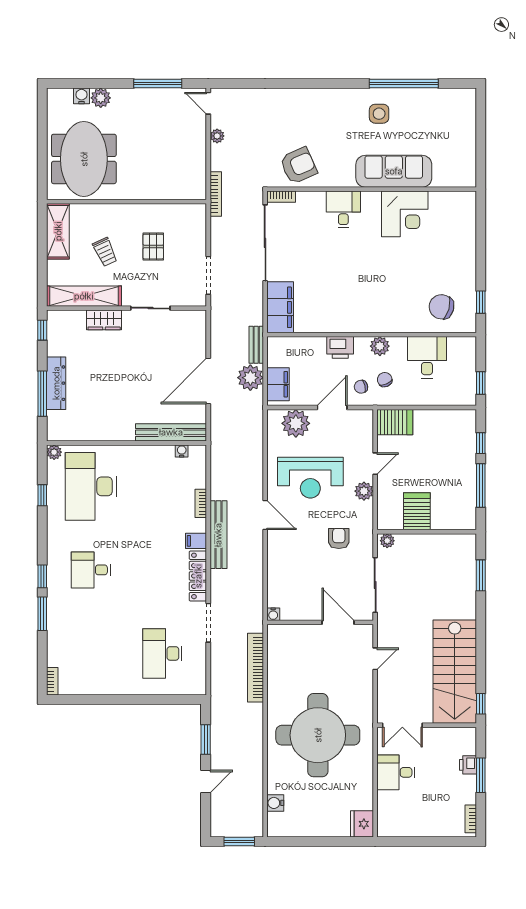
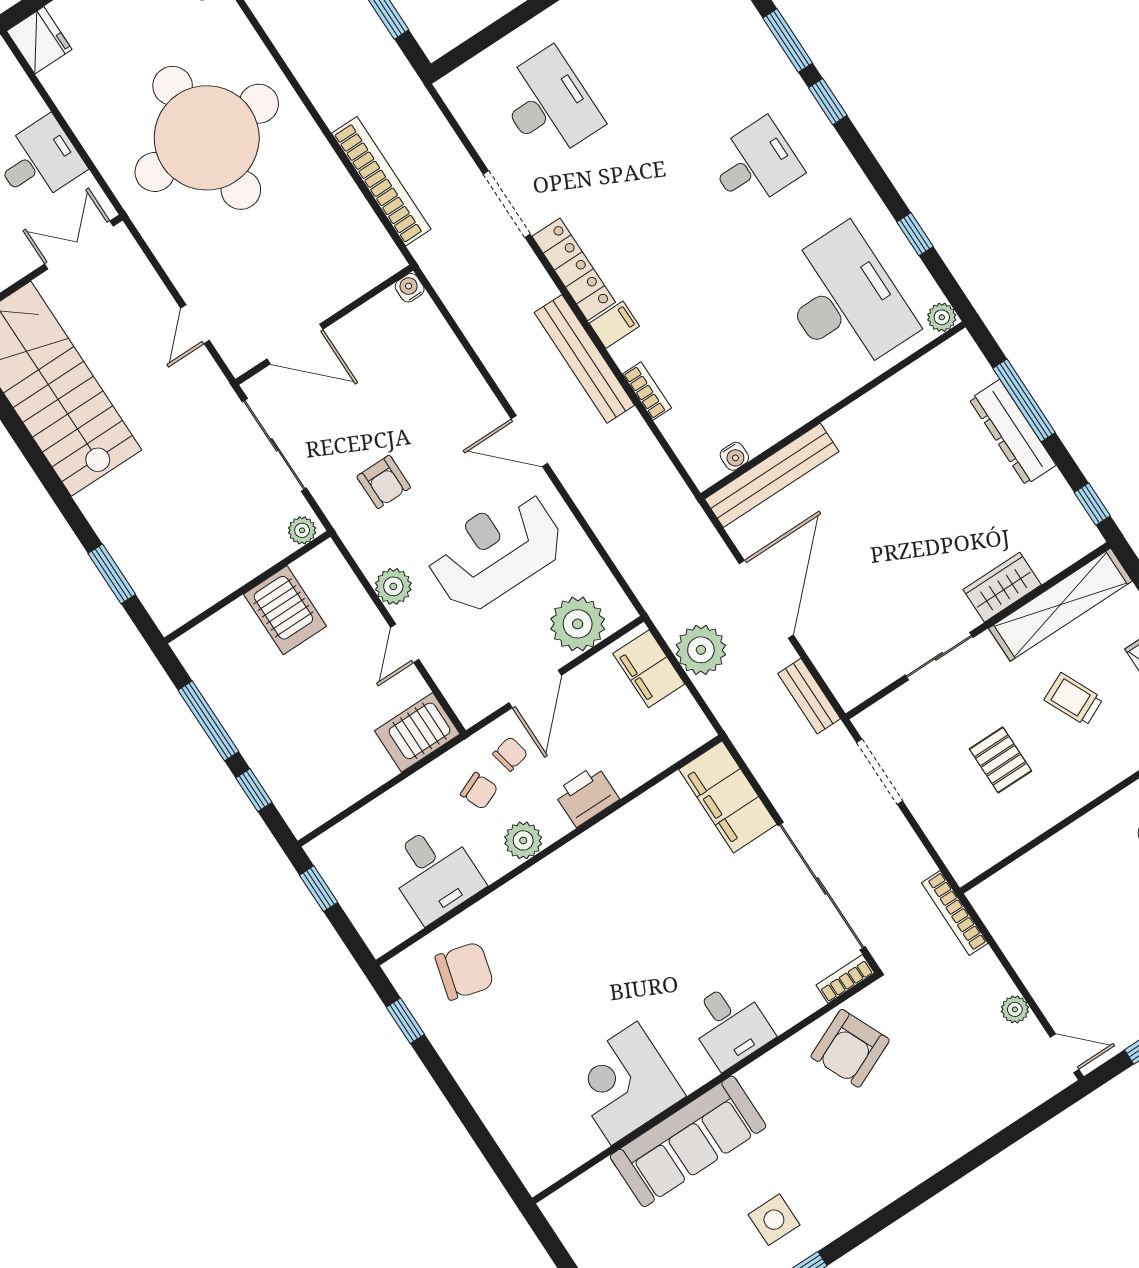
bench: (256, 345) -> (809, 696), moved

